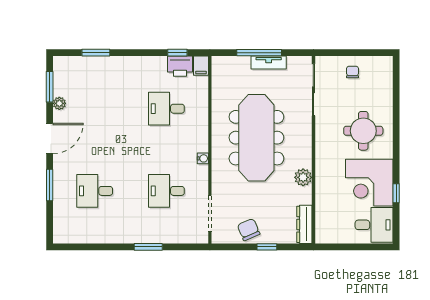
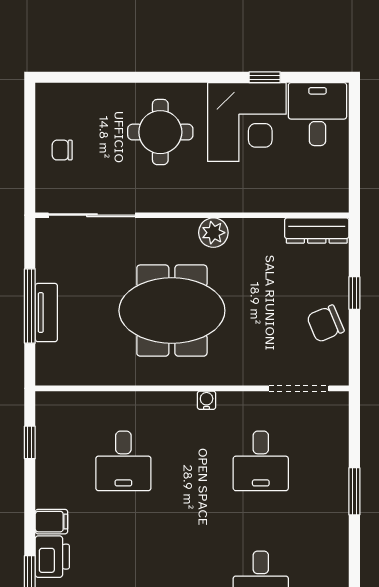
tv unit: (269, 63) -> (46, 313), moved
printer: (180, 66) -> (52, 557), moved
filing cabinet: (201, 66) -> (51, 522), moved
meeting table: (256, 138) -> (172, 311), width x0.73
plant: (303, 177) -> (213, 233), moved

